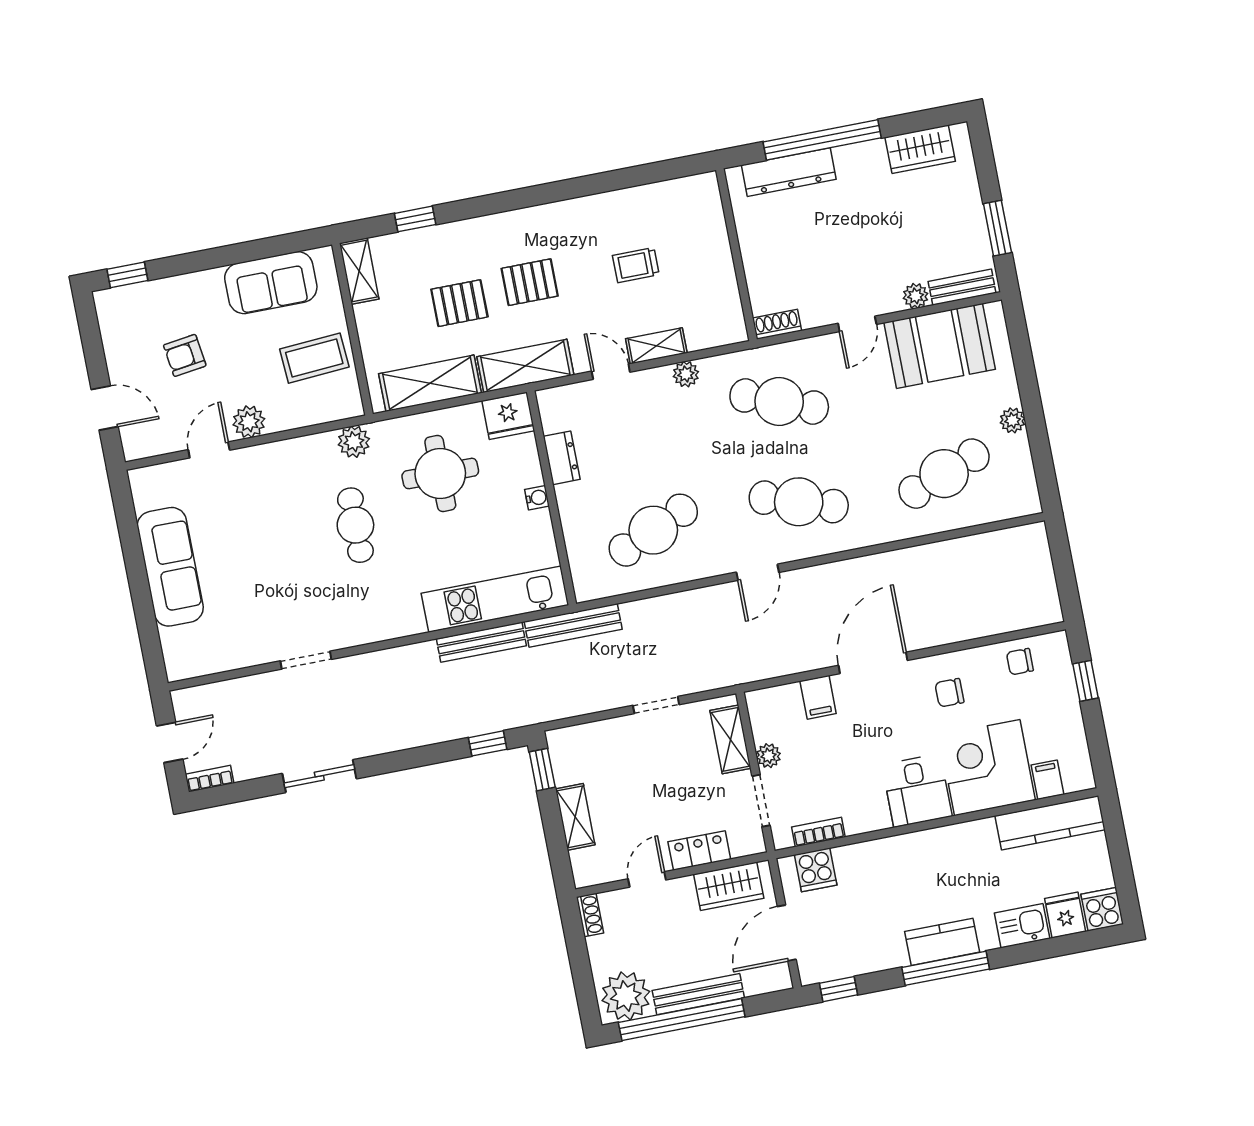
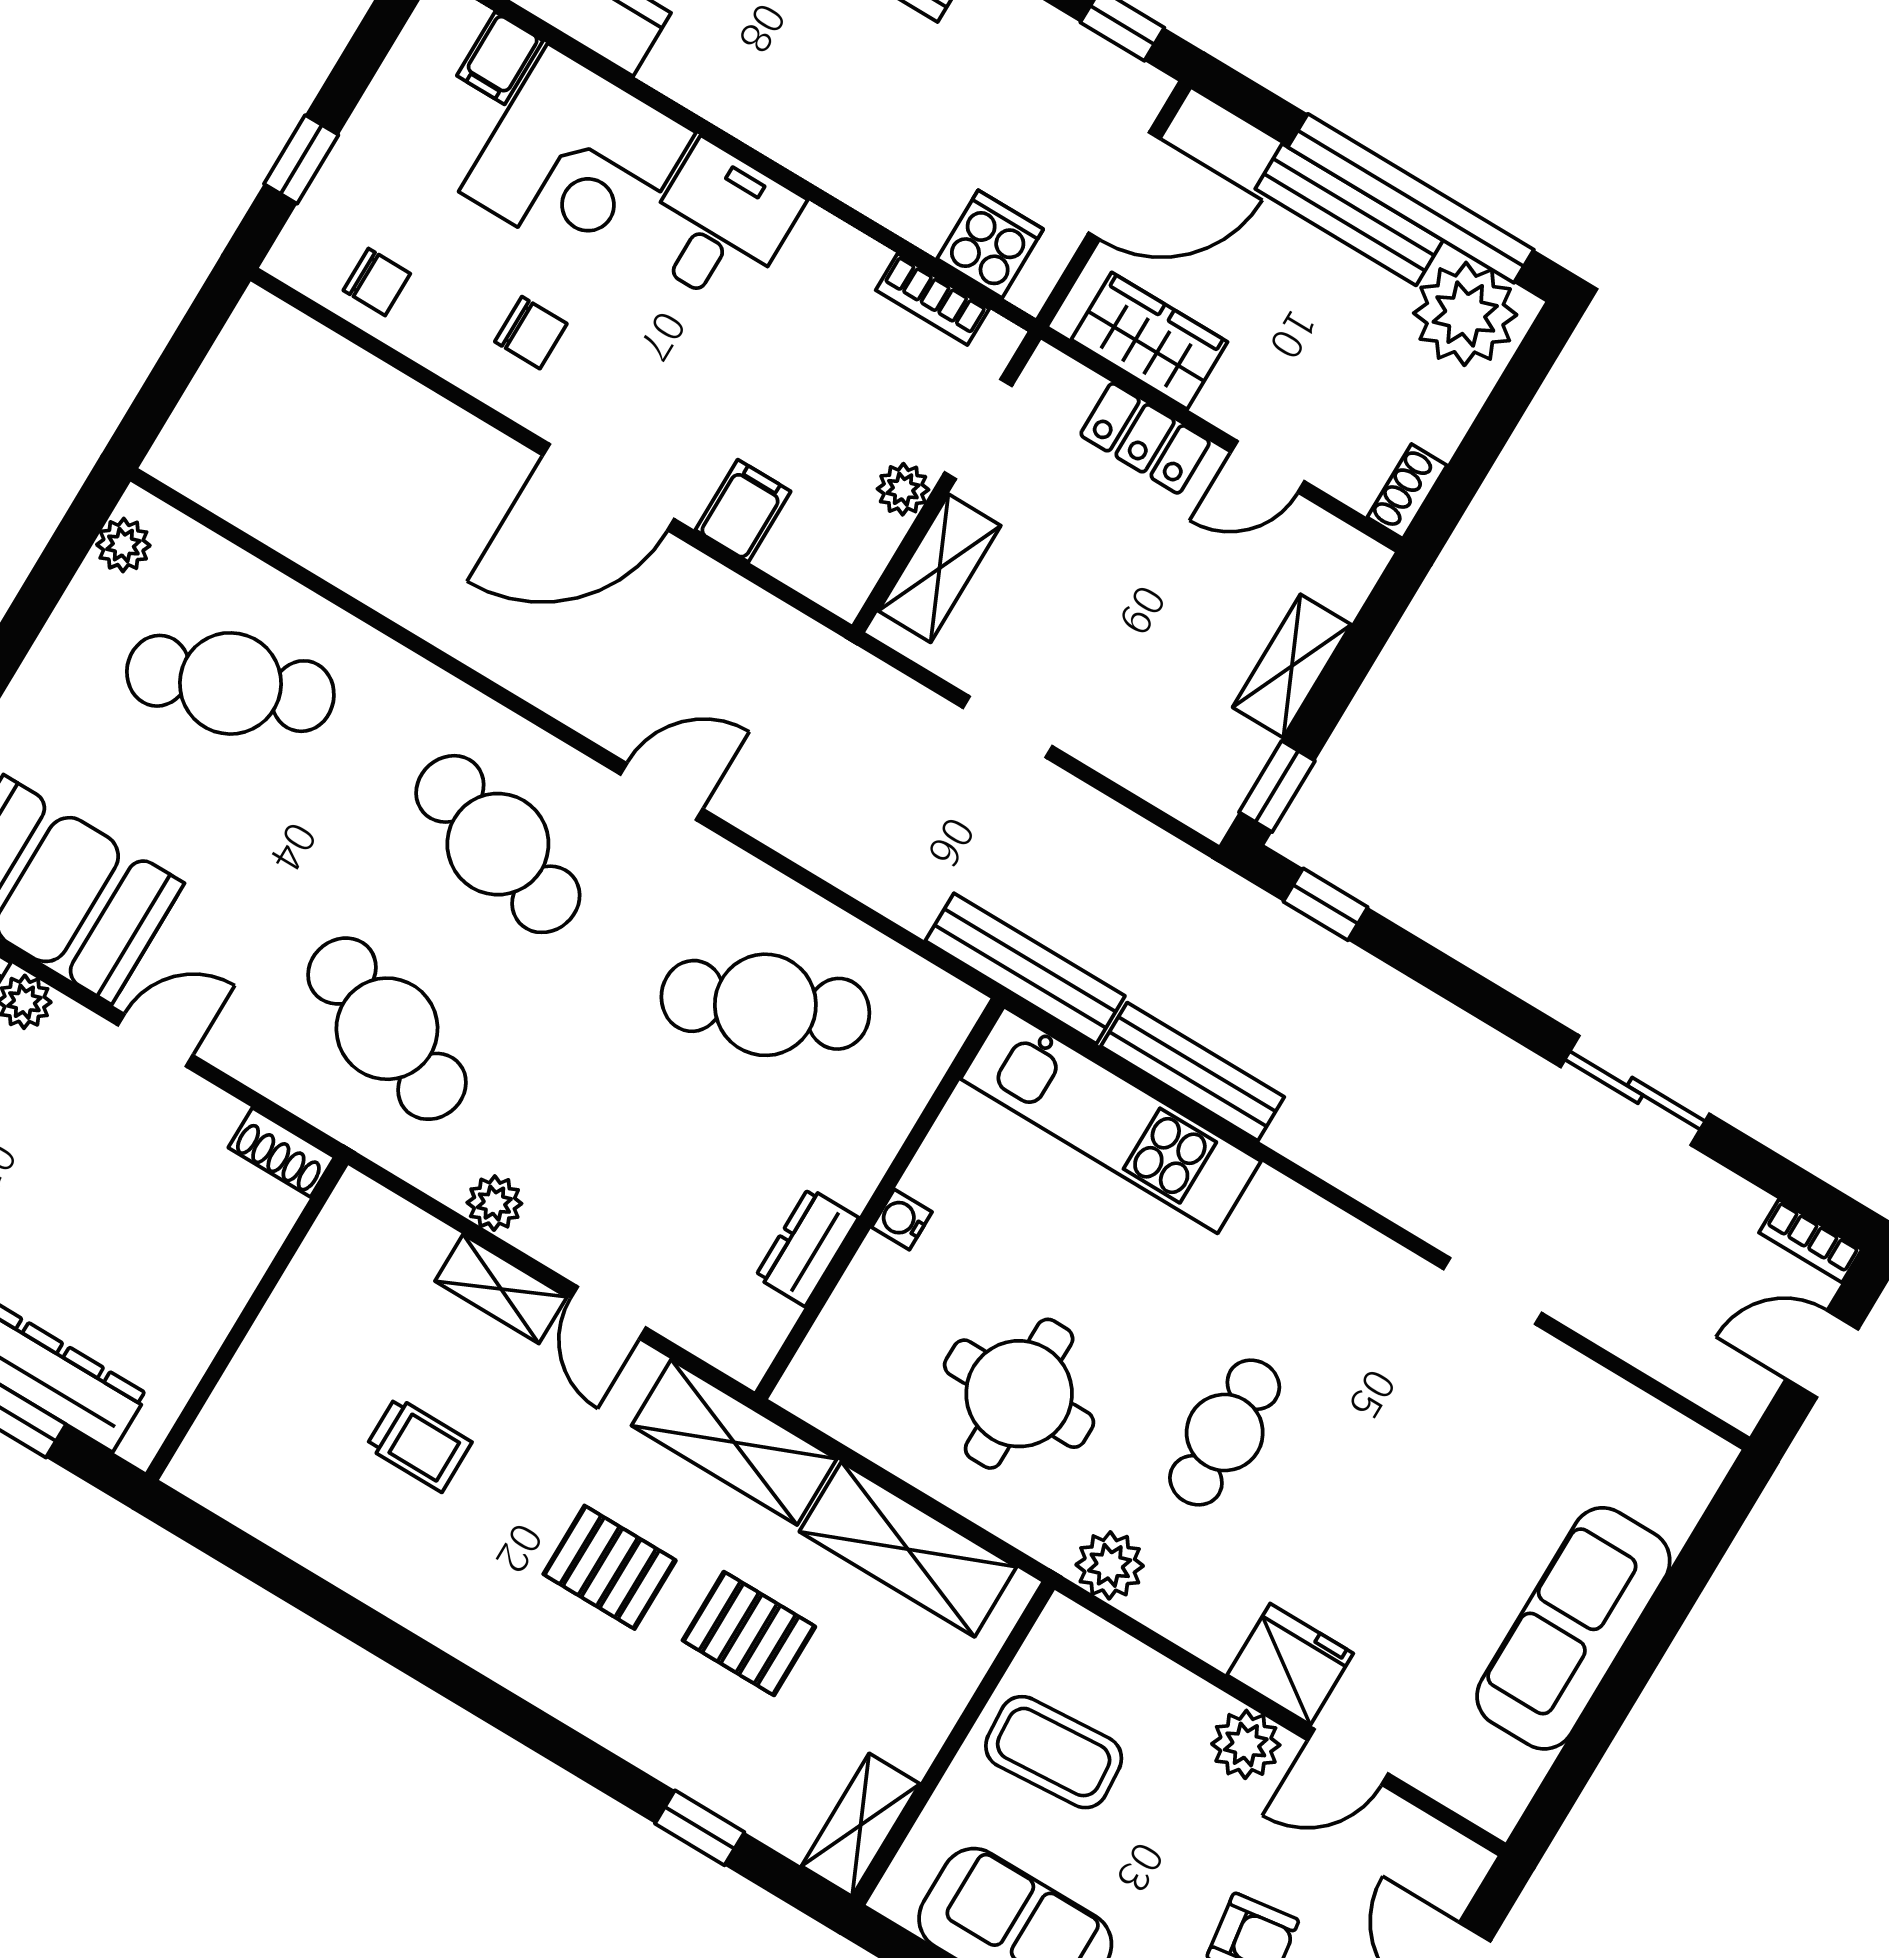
fridge: (508, 416) -> (1290, 1664), moved
plant: (1013, 420) -> (123, 545), moved

